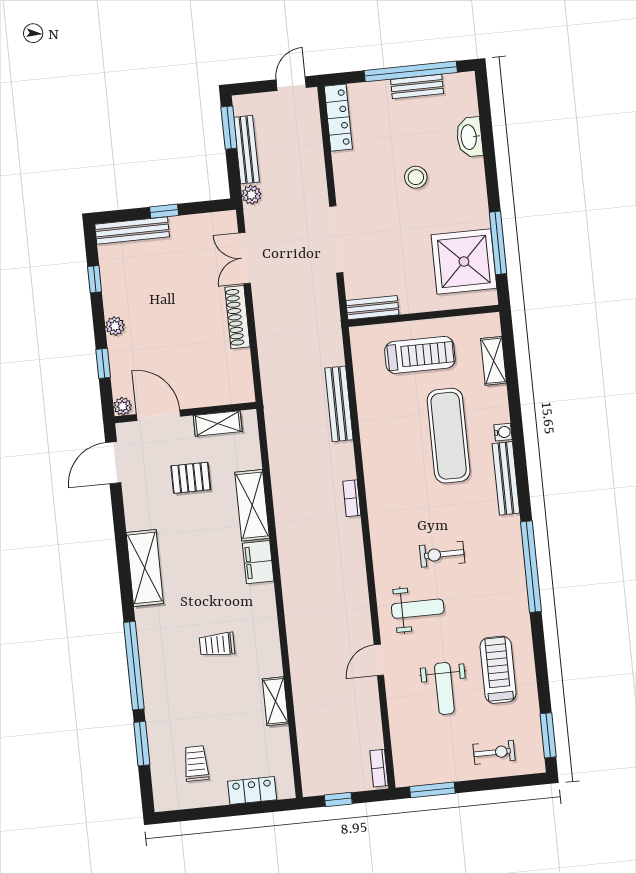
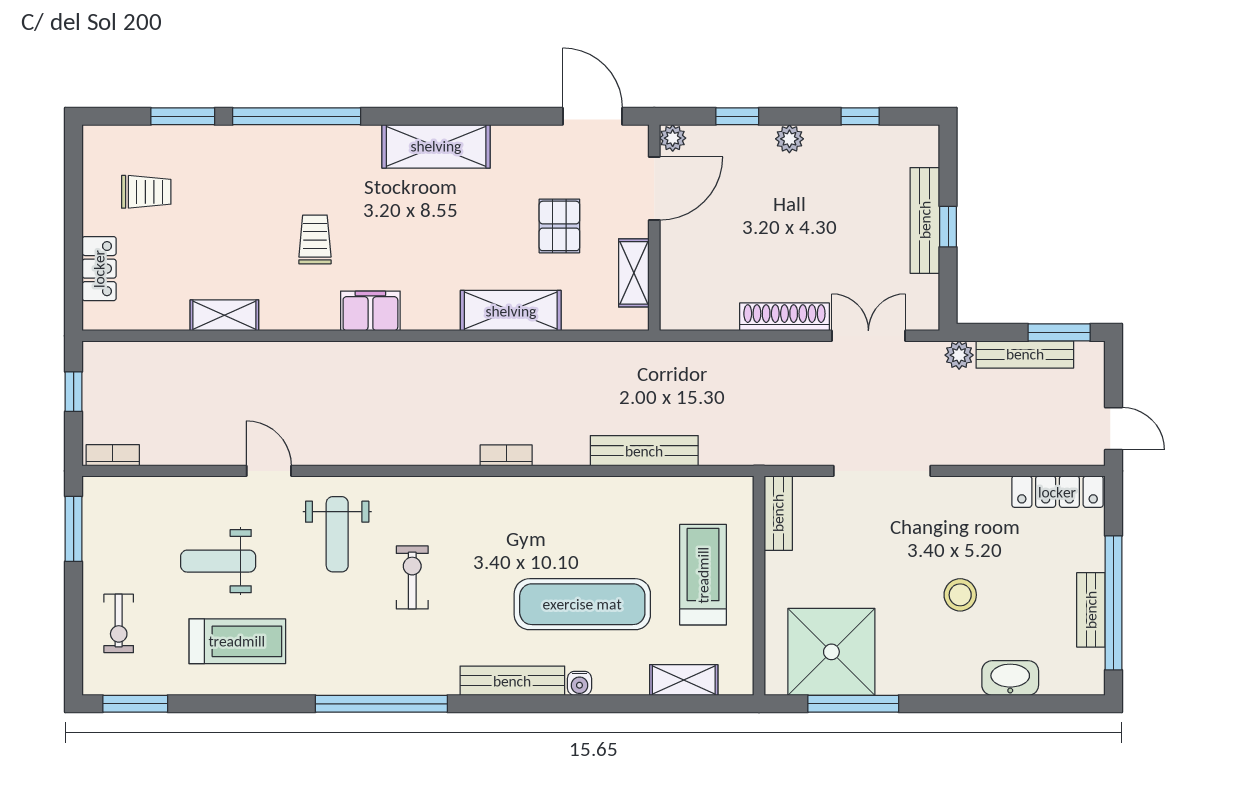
bench: (132, 230) -> (925, 220), moved
treadmill: (420, 355) -> (703, 575), turned 180
filing cabinet: (258, 562) -> (370, 311), moved

